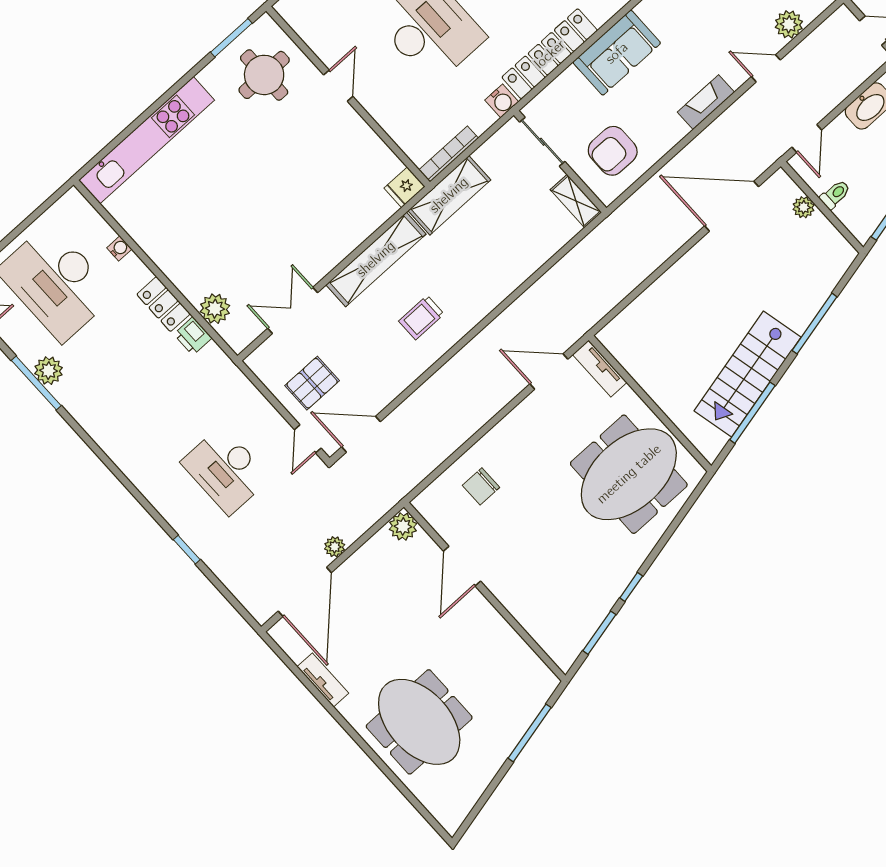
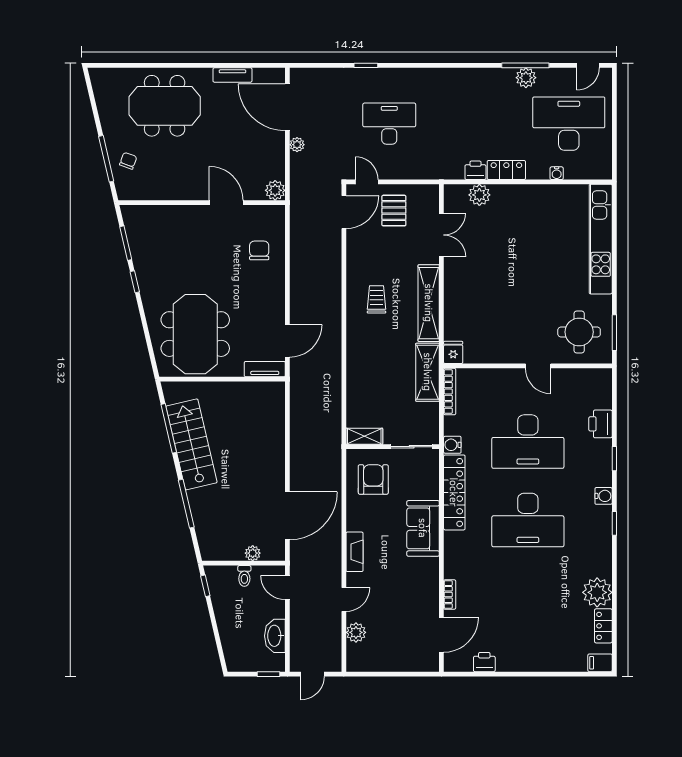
chair: (511, 708) -> (128, 161), added

